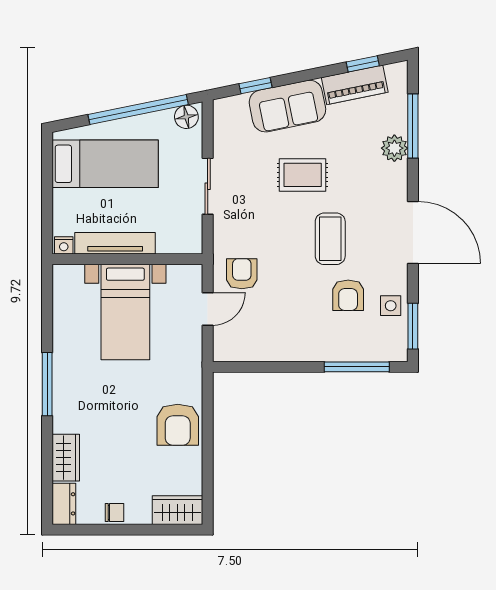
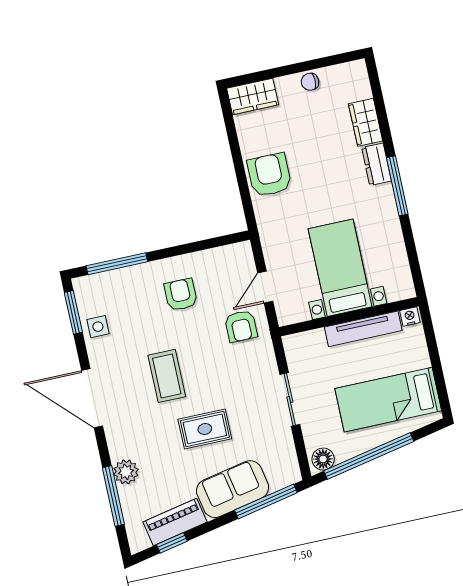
window: (256, 86) -> (266, 501), width x2.17
armchair: (348, 295) -> (181, 295), moved
dresser: (64, 504) -> (377, 164), moved

